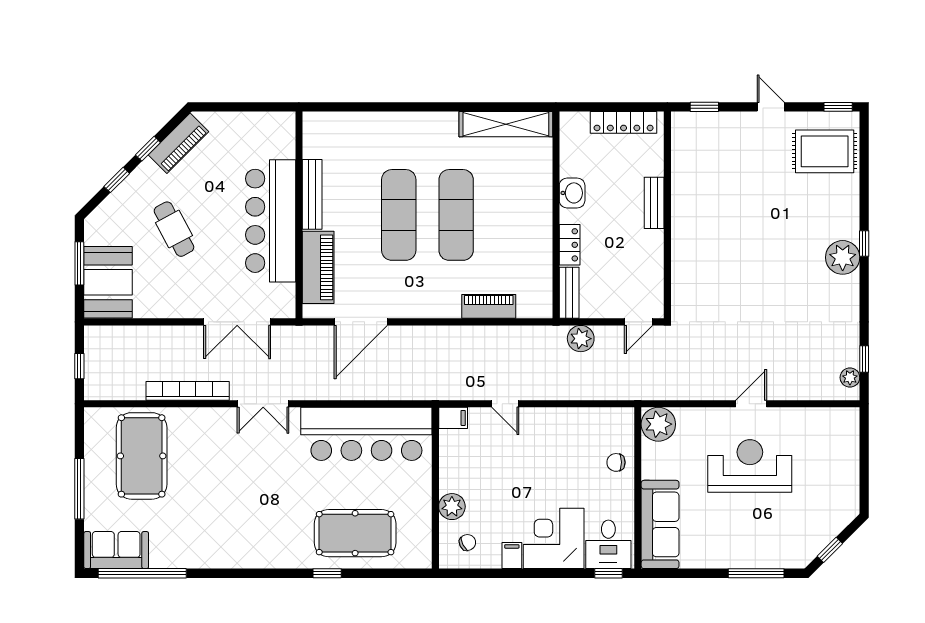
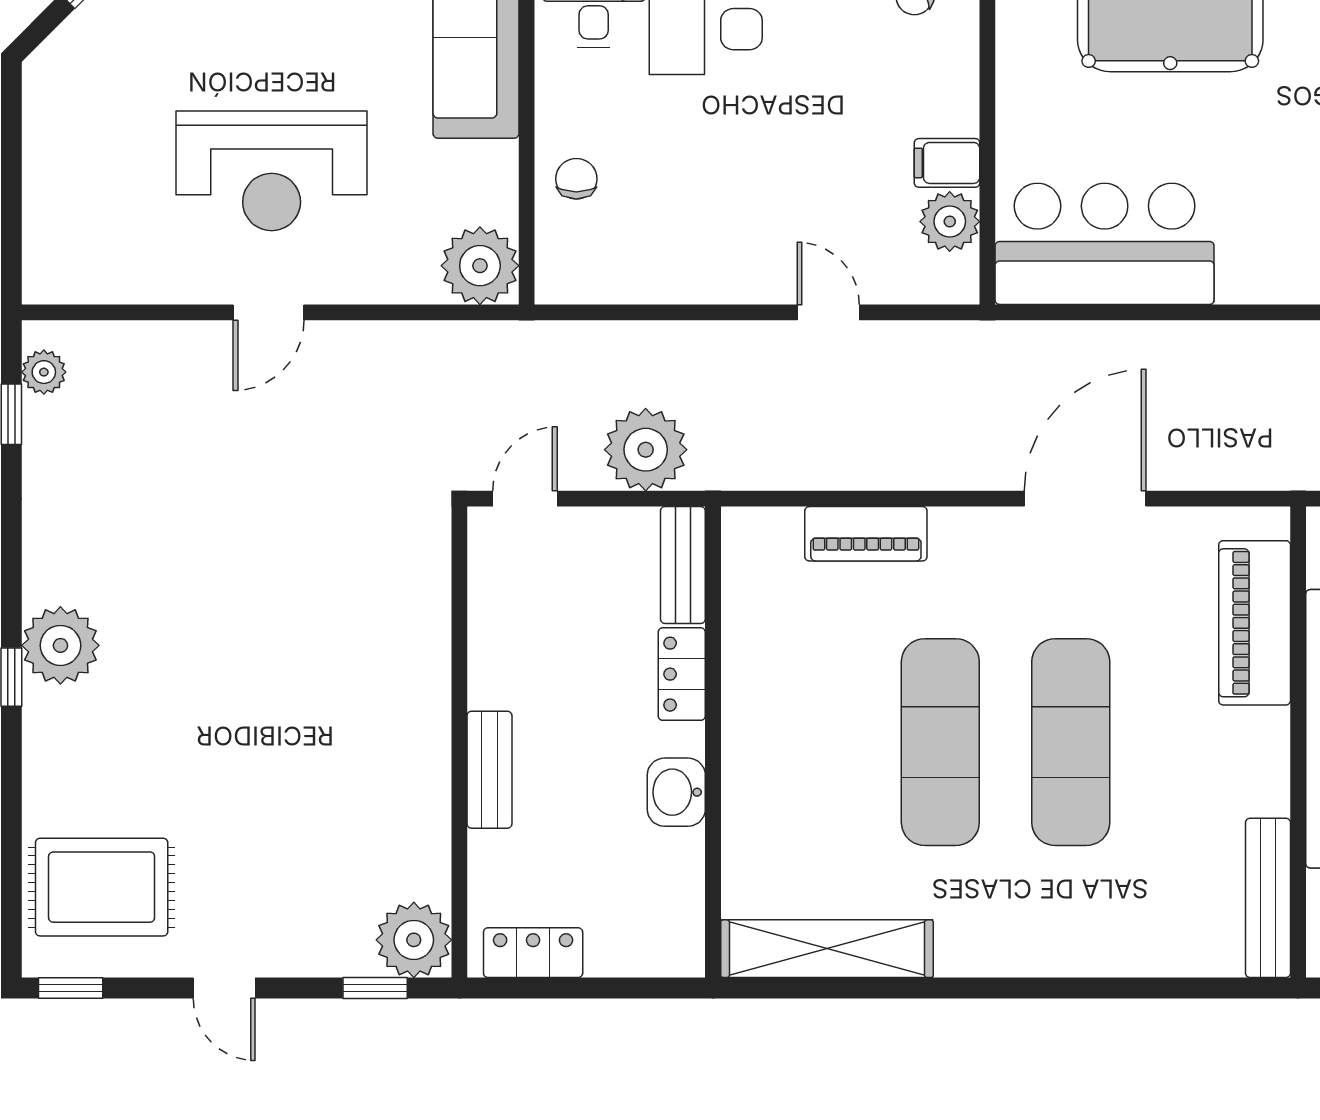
locker: (624, 122) -> (533, 953), width x0.66
plant: (687, 128) -> (414, 940), added
bench: (312, 194) -> (1268, 898), moved
door: (361, 322) -> (1085, 499), moved
plant: (581, 339) -> (646, 450), width x1.36, depth x1.36
filing cabinet: (453, 418) -> (947, 163), moved
bar counter: (366, 434) -> (1105, 244), width x0.73
chair: (616, 462) -> (576, 179), turned -90
plant: (452, 507) -> (950, 222), moved

